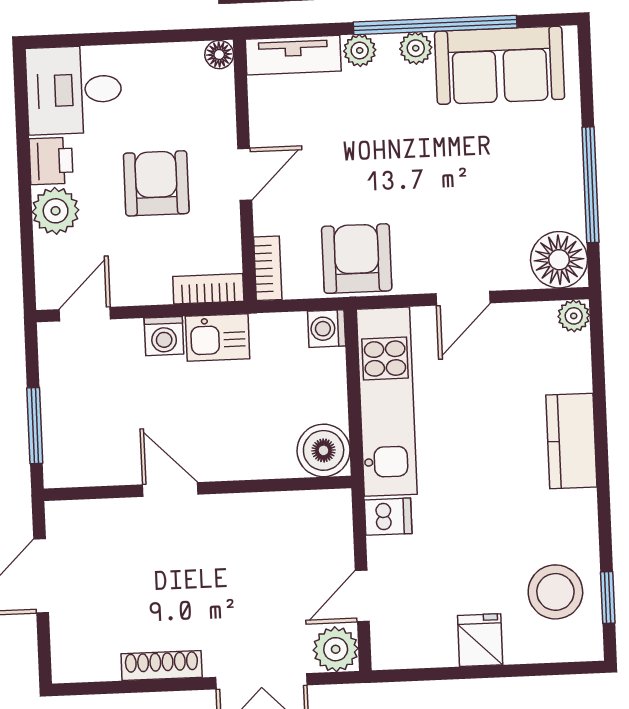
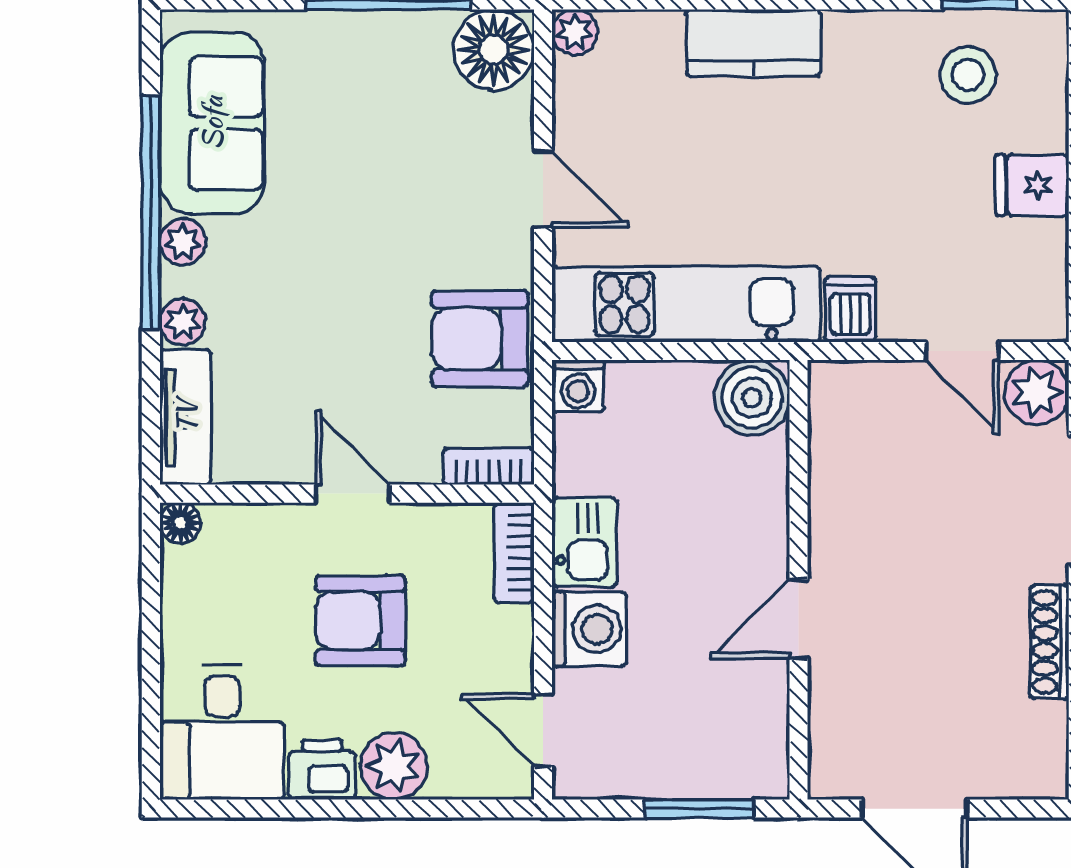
washing machine: (164, 336) -> (589, 629), width x1.38, depth x1.38
stool: (555, 592) -> (968, 75), width x0.73, depth x0.73

